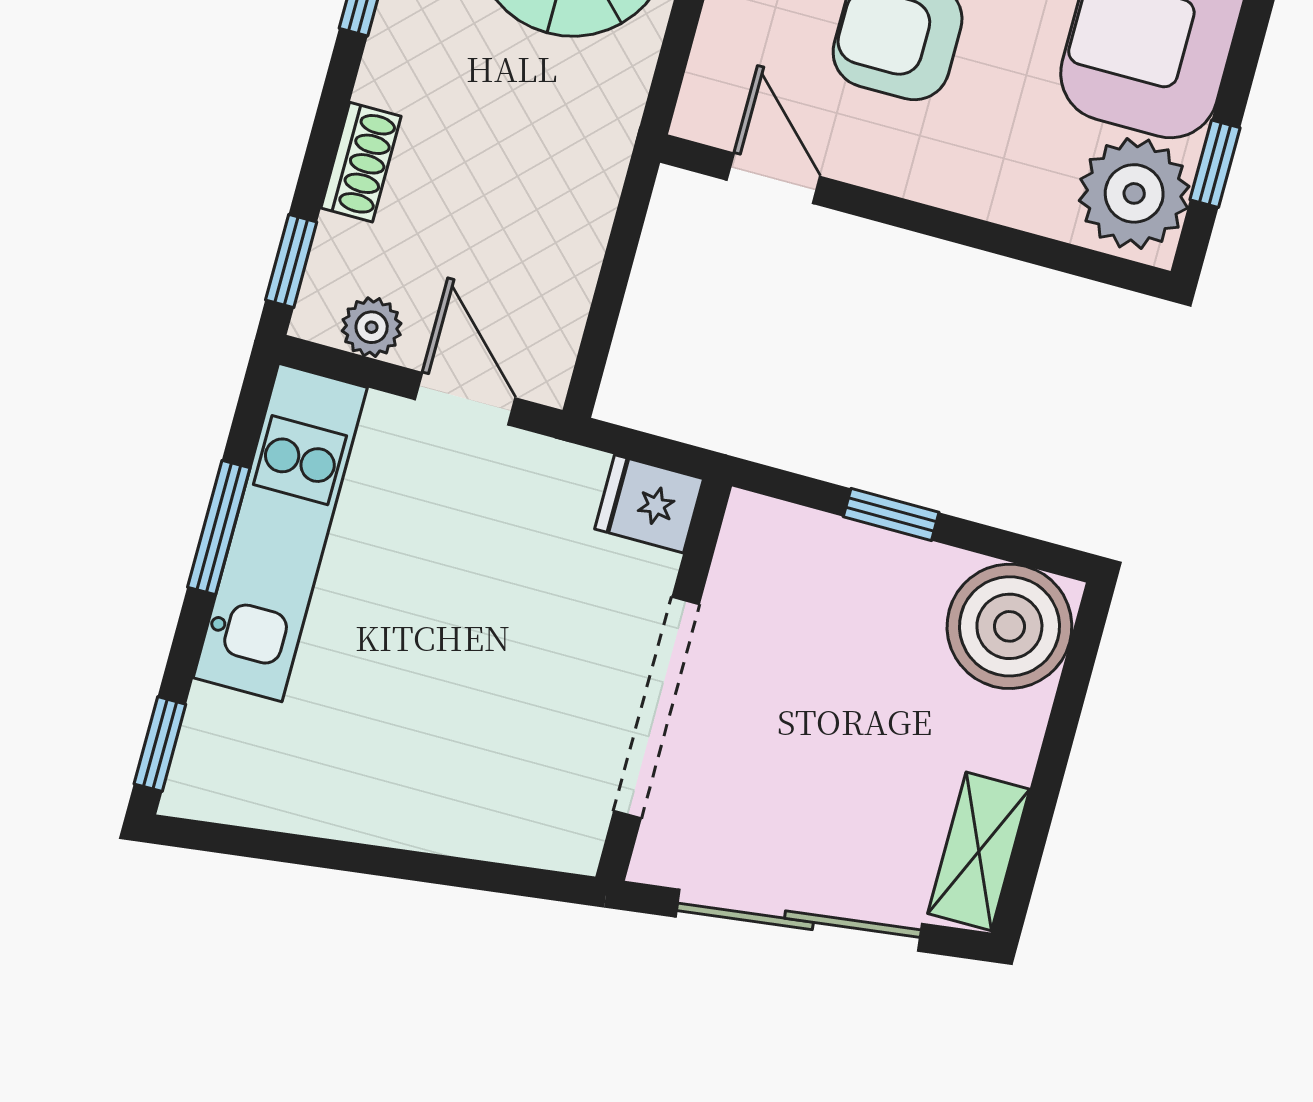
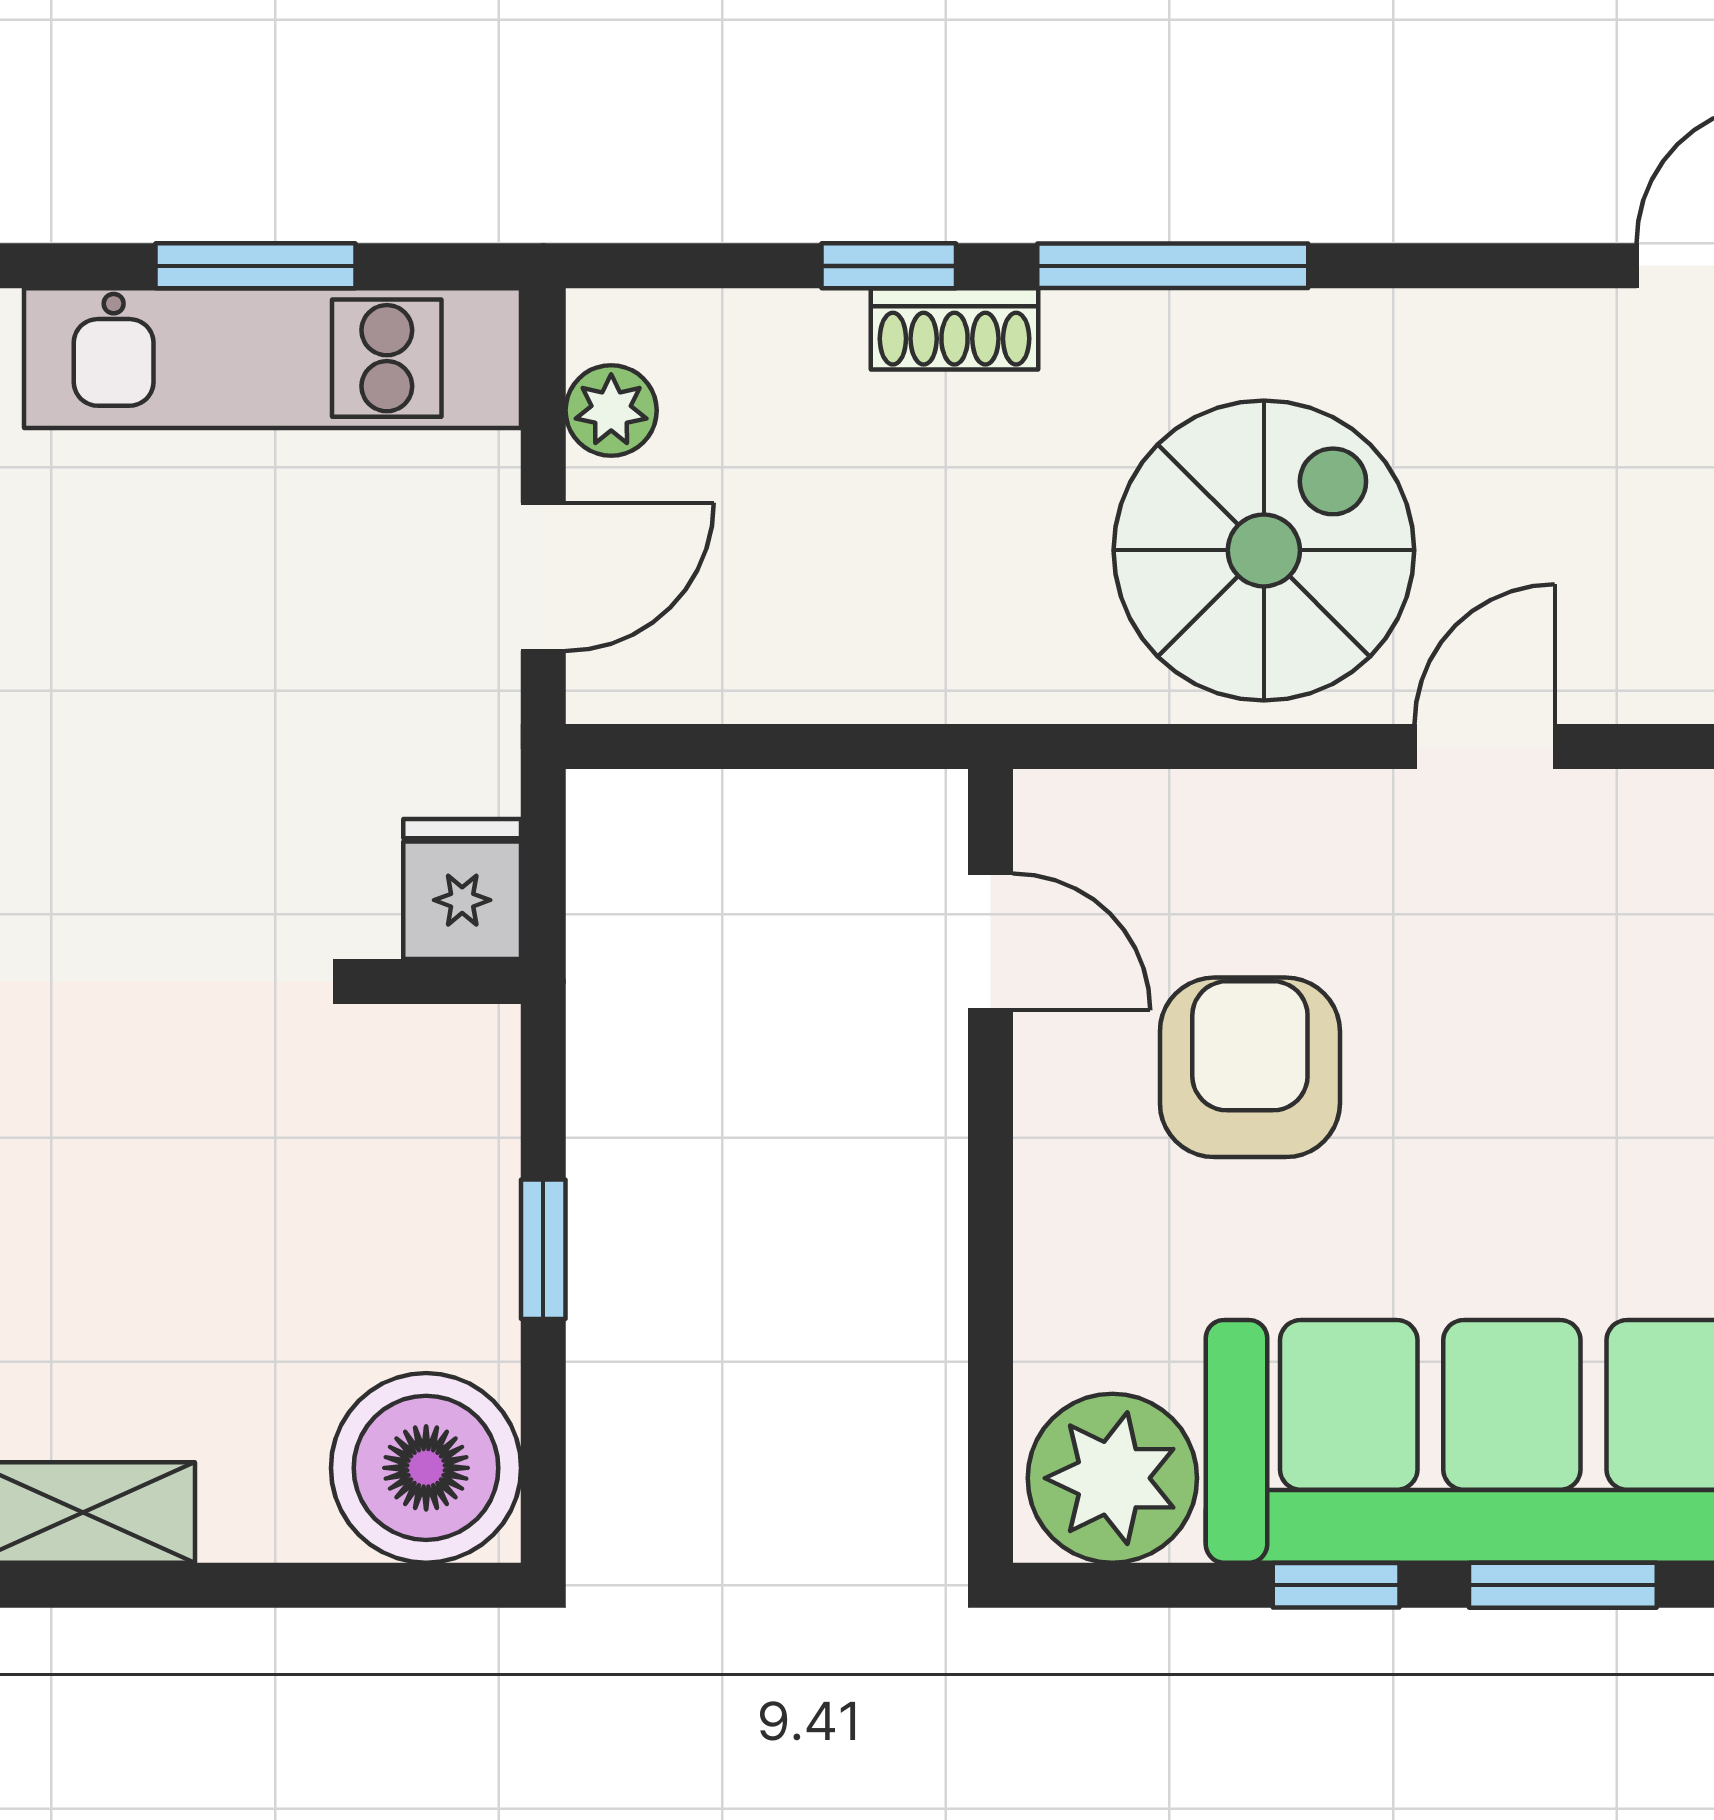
shoe rack: (361, 162) -> (954, 329), moved
window: (1215, 164) -> (1336, 1585), moved
door: (773, 178) -> (991, 942), hinge flipped
window: (291, 261) -> (889, 266), moved

